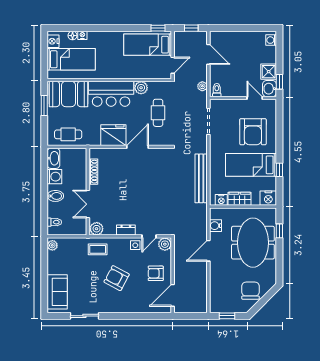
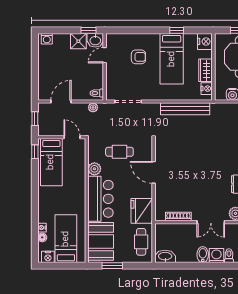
armchair: (253, 132) -> (138, 57), width x0.53, depth x0.53
fridge: (113, 135) -> (142, 211), moved
washing machine: (54, 177) -> (216, 256), moved

